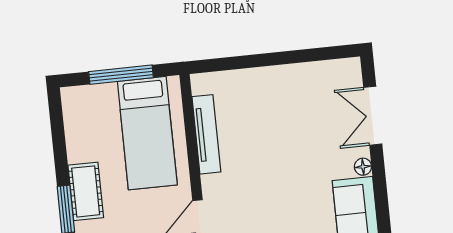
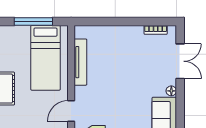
bookcase: (326, 68) -> (156, 30), added
double door: (373, 116) -> (180, 61), swing flipped

